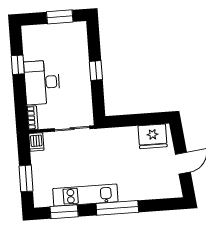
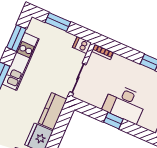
desk: (42, 82) -> (125, 104), moved, turned 180
kitchen counter: (118, 137) -> (53, 111), added

